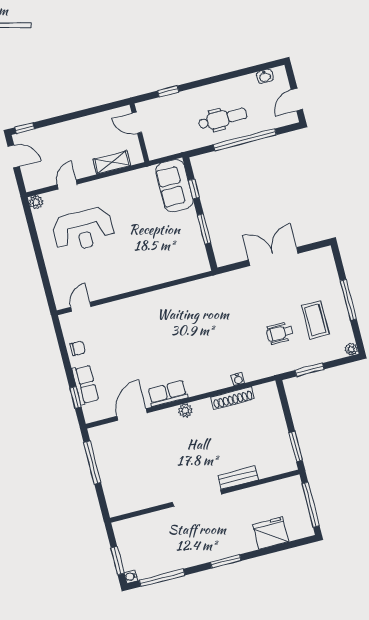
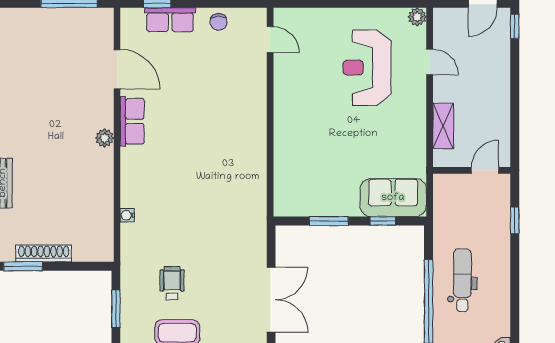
dental chair: (222, 119) -> (462, 280), turned 180
shoe rack: (233, 398) -> (44, 253), moved, turned 90

